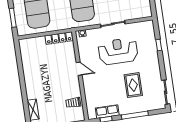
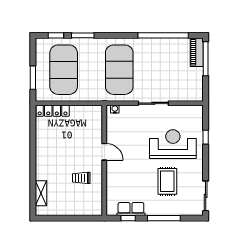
locker: (59, 38) -> (53, 111), moved
reception desk: (118, 51) -> (173, 144), moved
trolley: (73, 103) -> (81, 178), moved

